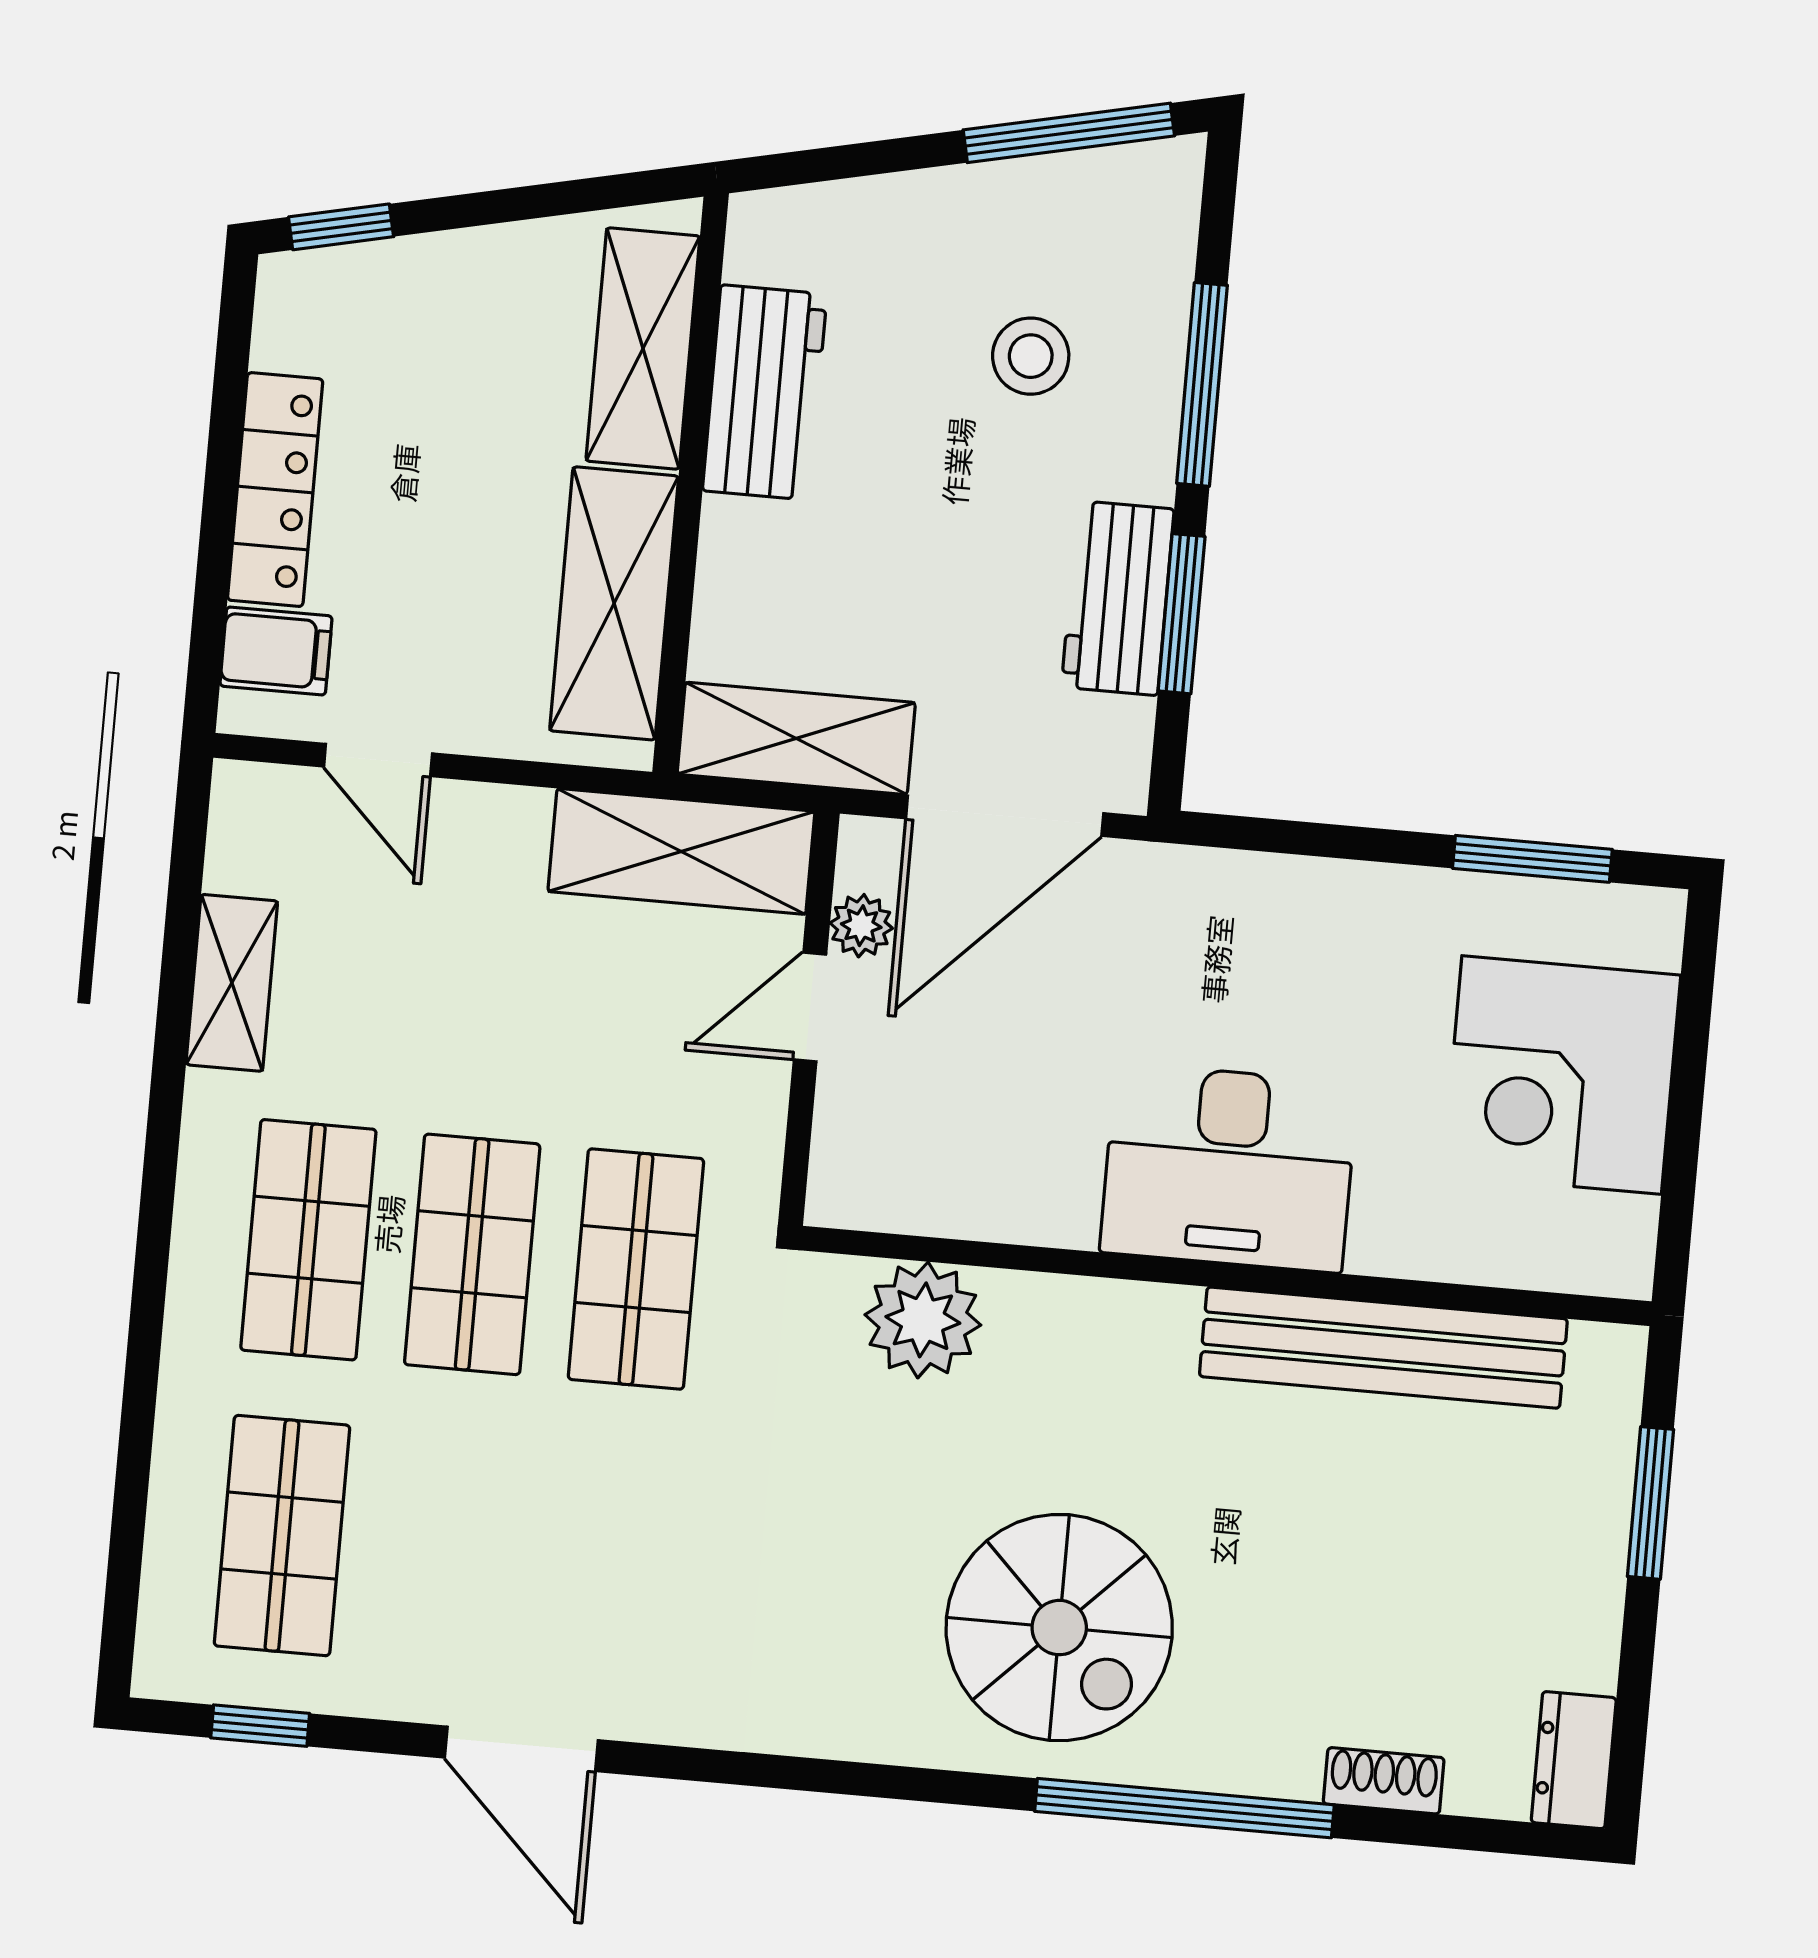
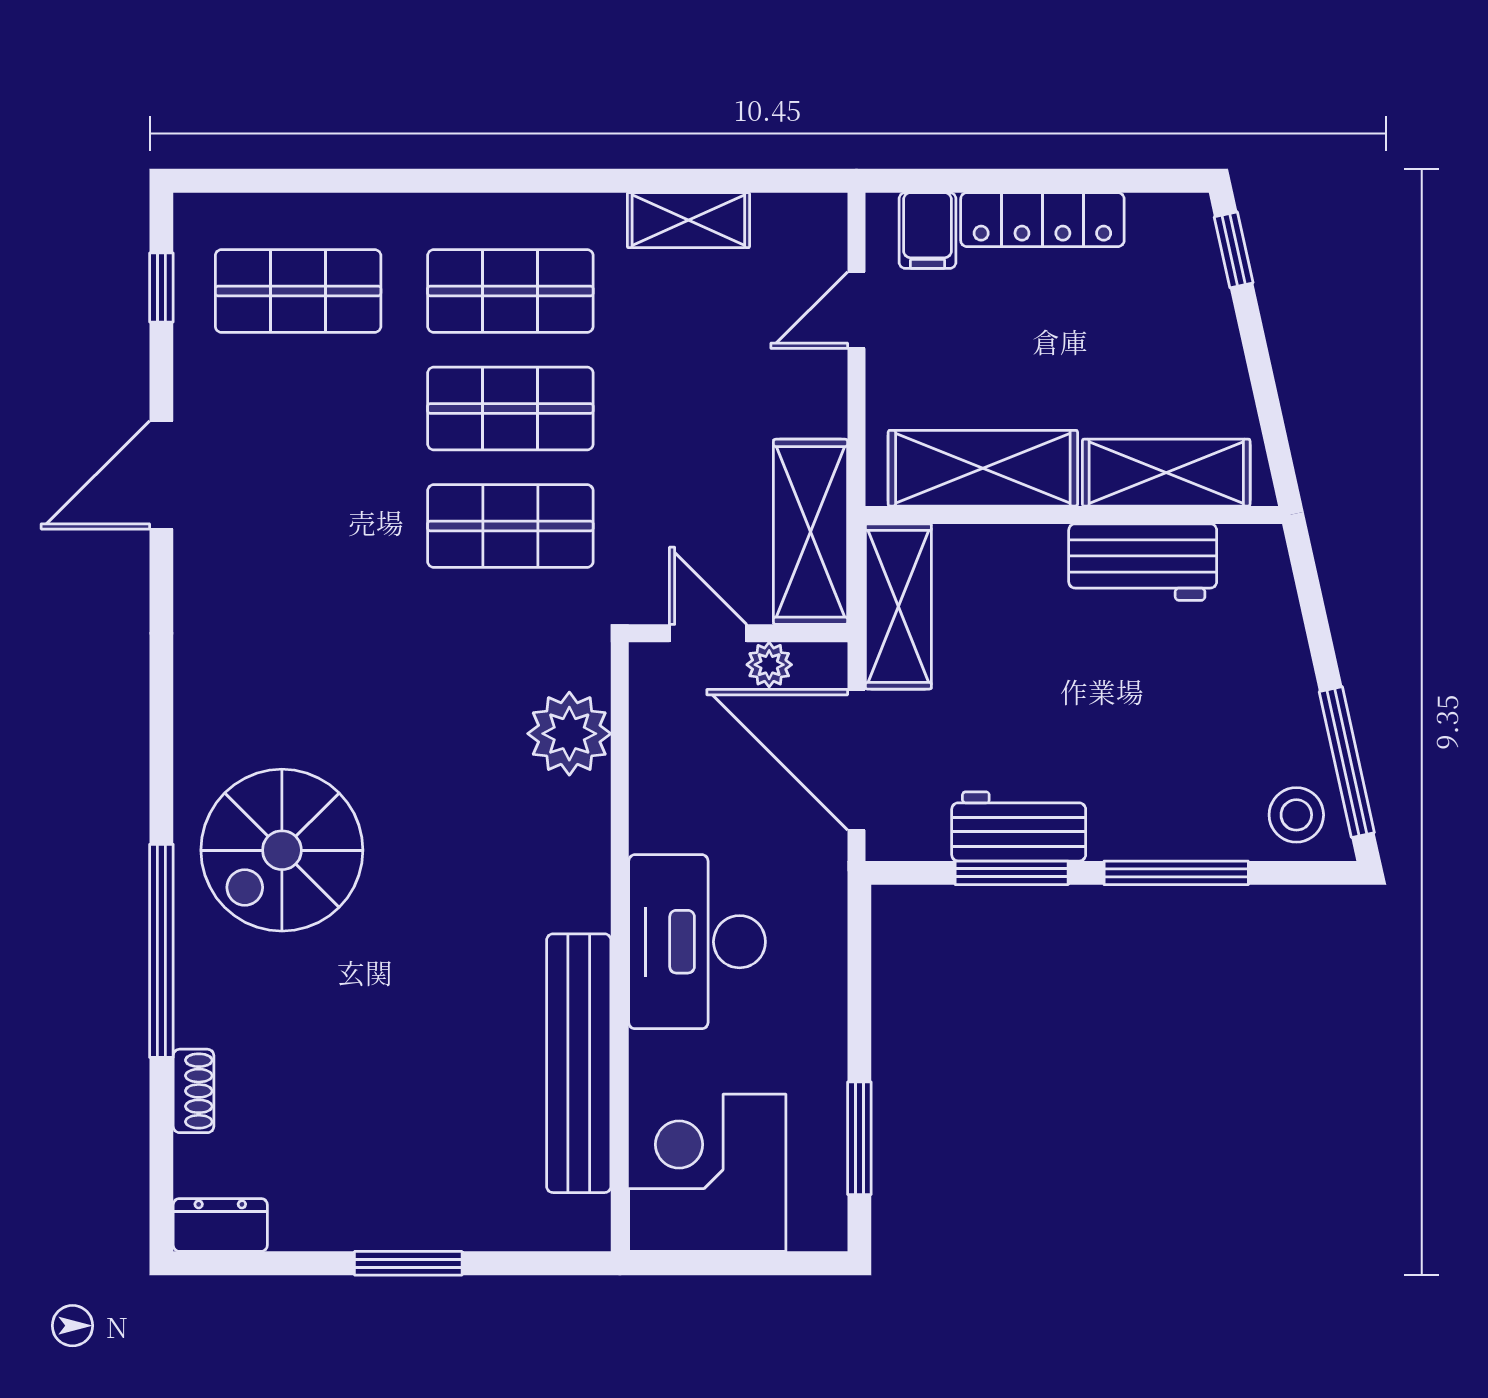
stool: (1031, 356) -> (1296, 815), moved
desk: (1229, 1168) -> (697, 942), moved
wall: (1226, 1276) -> (620, 947), moved
plant: (923, 1320) -> (569, 734), moved
bench: (1383, 1348) -> (579, 1063), moved

